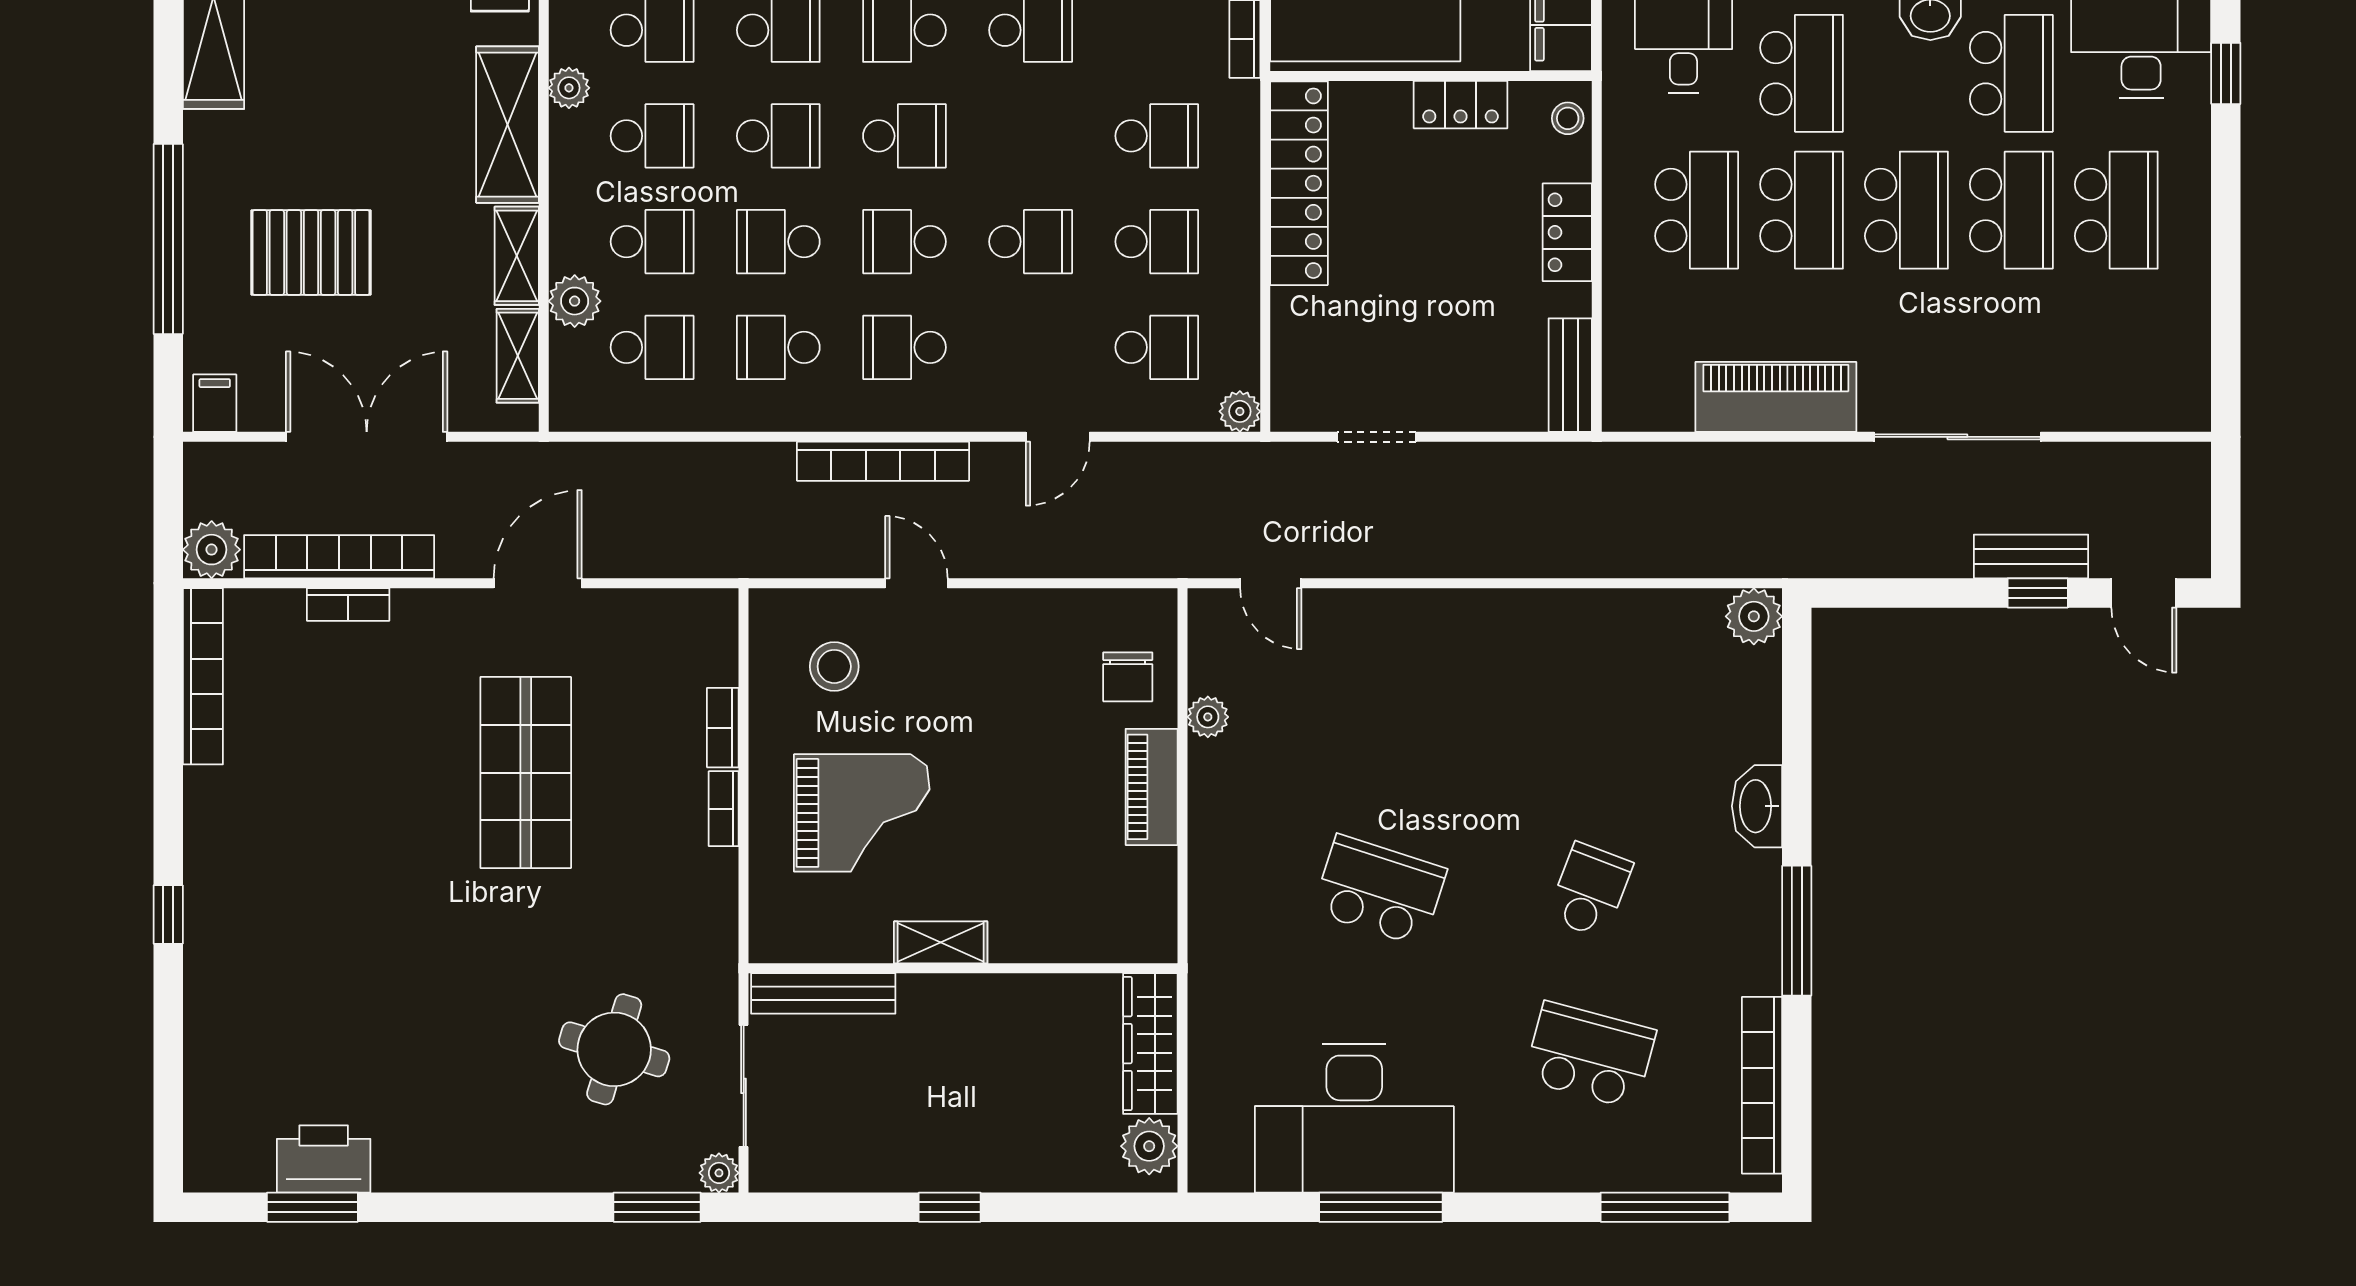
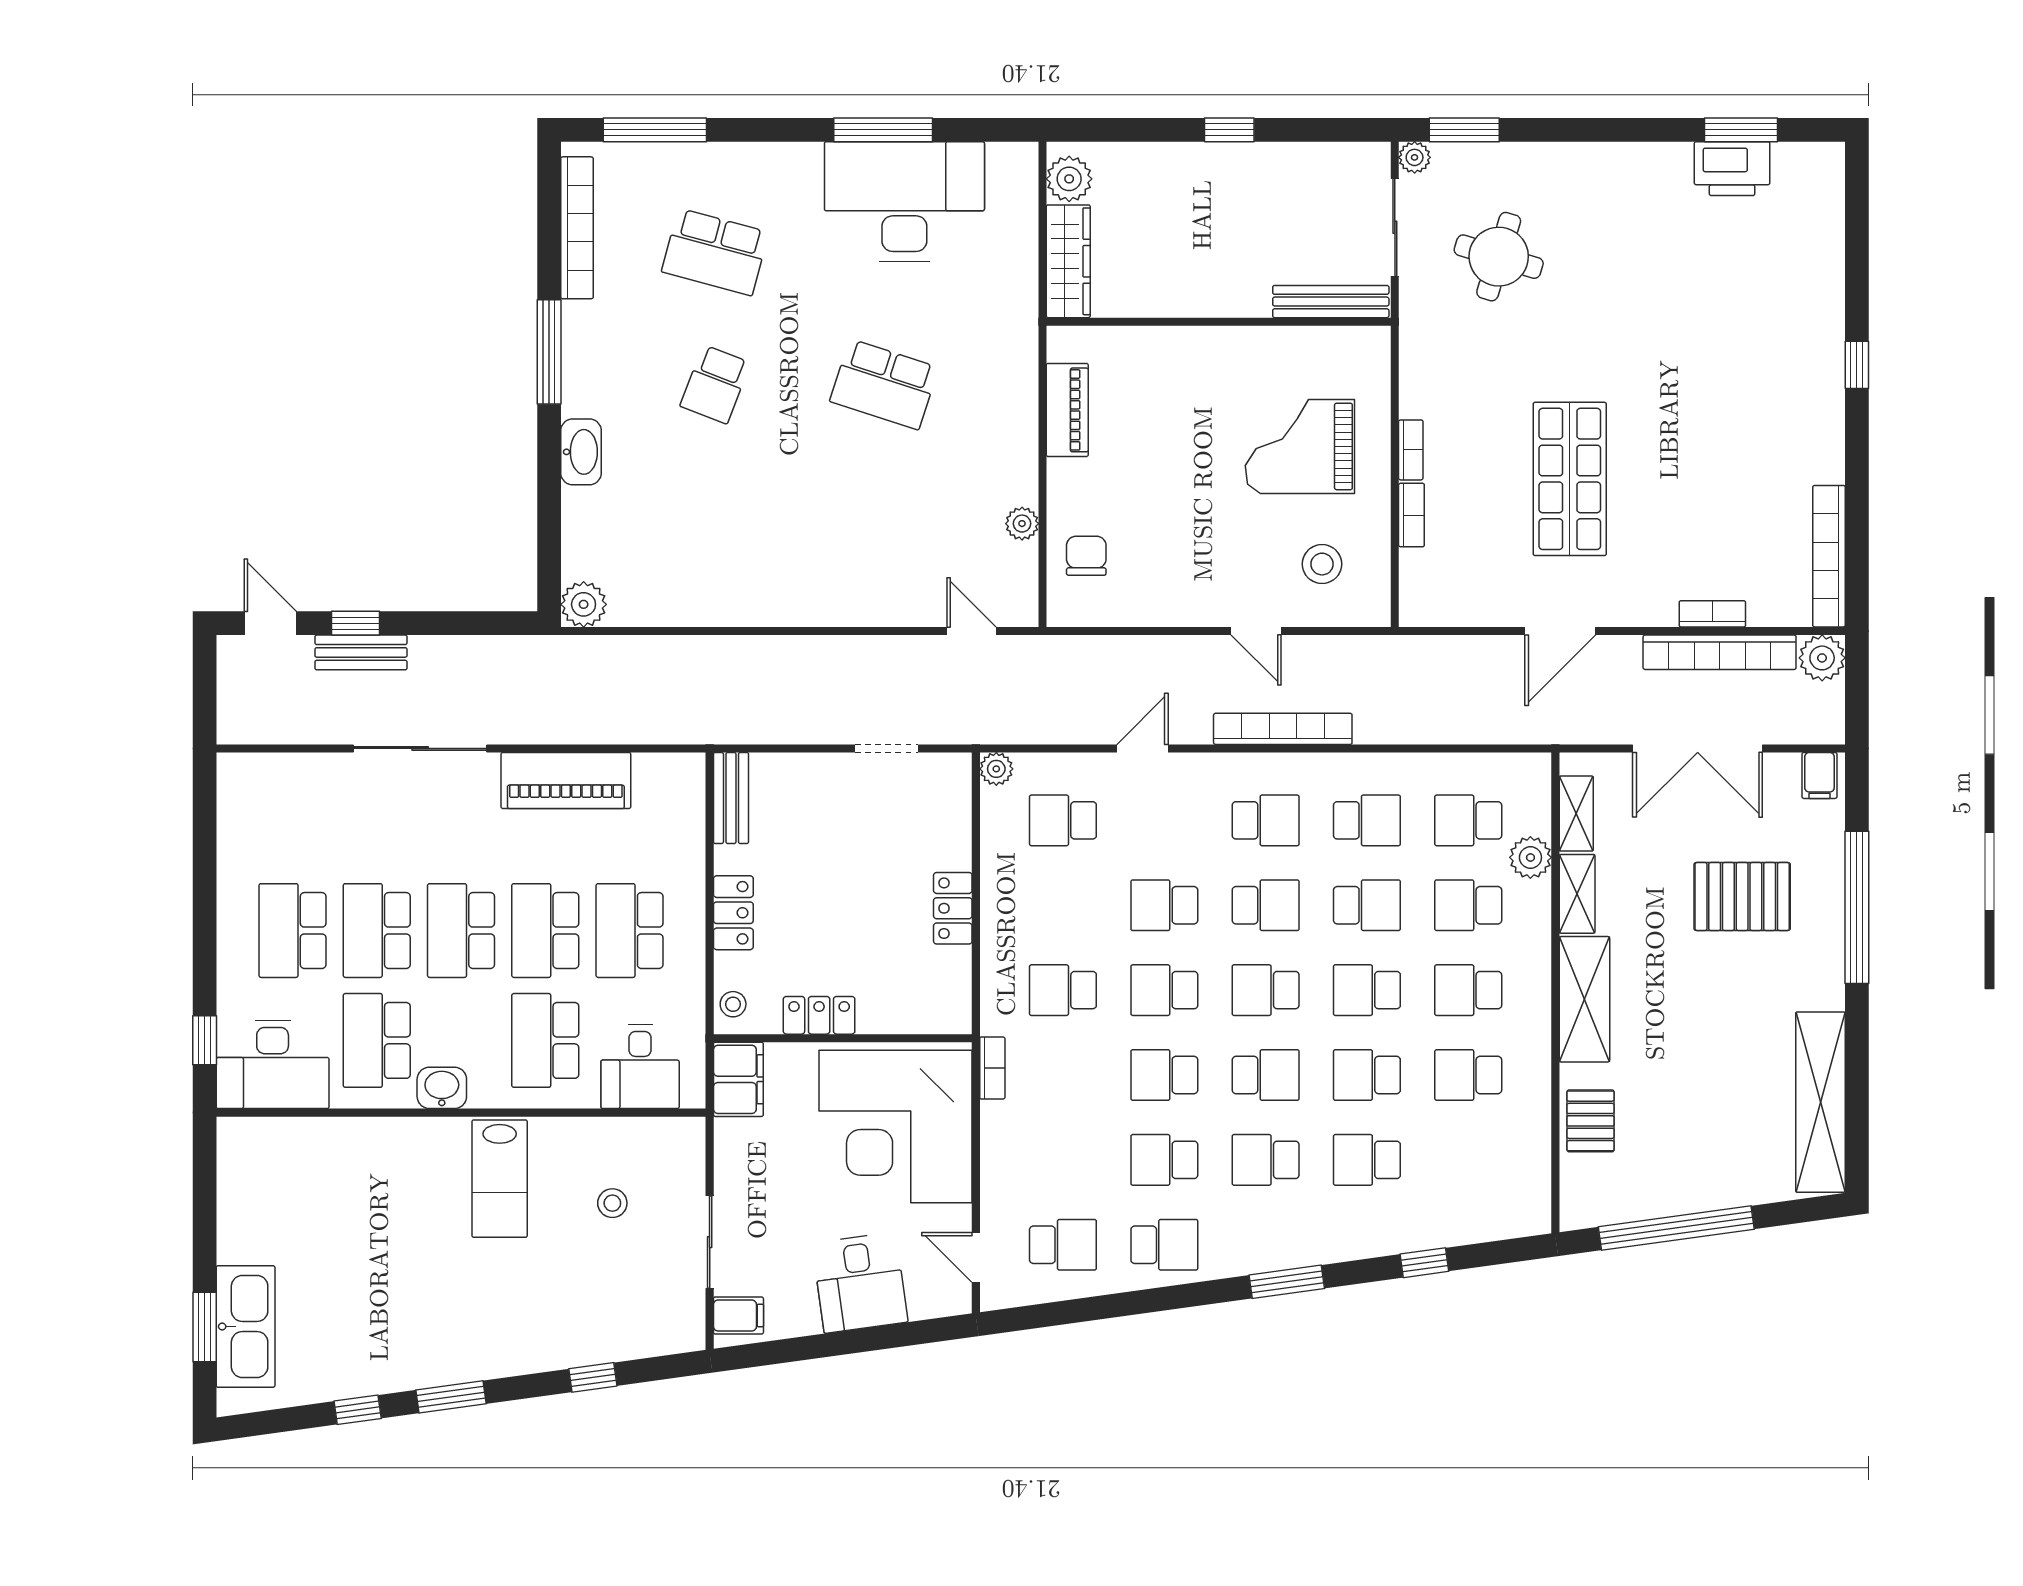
plant: (569, 88) -> (1535, 1029), removed
locker: (1299, 183) -> (953, 908), width x0.46, depth x0.83
school desk: (1157, 242) -> (1164, 990), moved
piano: (1152, 787) -> (1067, 410), moved
shelving: (941, 942) -> (1237, 342), removed

